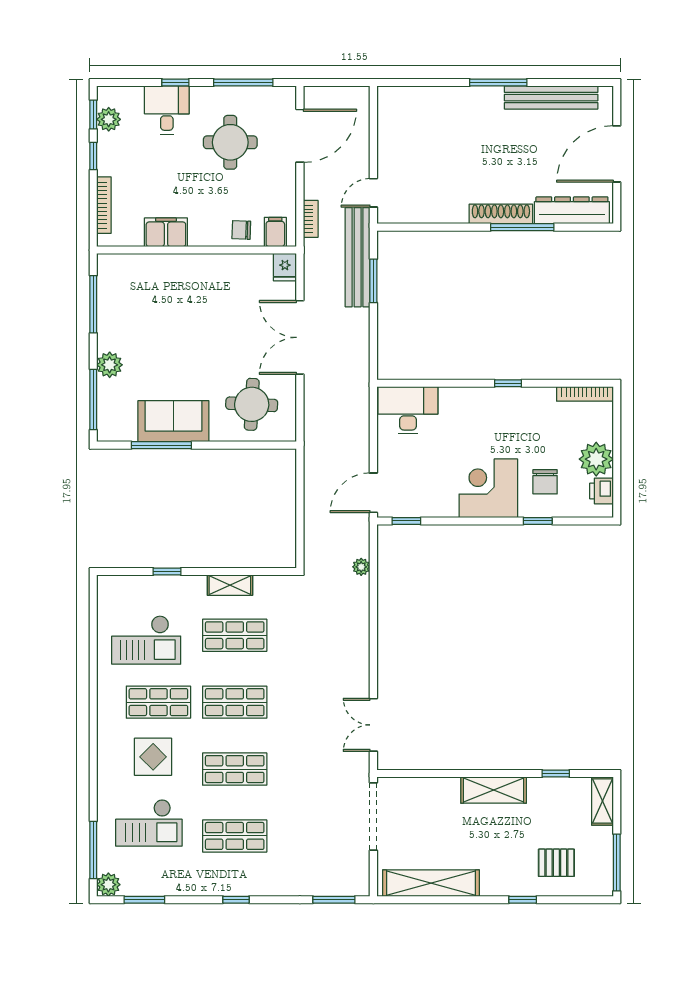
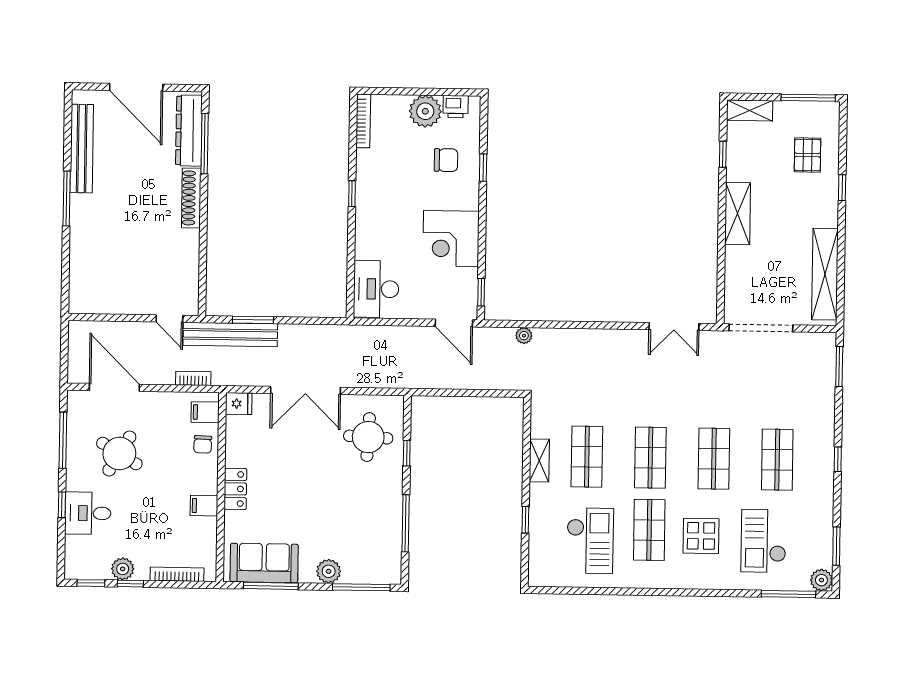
plant: (109, 119) -> (123, 569), moved
round table: (230, 142) -> (119, 454), turned 31
window: (522, 227) -> (205, 144), moved
filing cabinet: (166, 232) -> (204, 506), width x0.50
locker: (195, 265) -> (235, 489), added
sofa: (173, 421) -> (264, 563), moved, turned 90
window: (235, 445) -> (407, 453), added
corner desk: (488, 488) -> (451, 239), moved
checkout: (149, 823) -> (764, 541), turned 180

